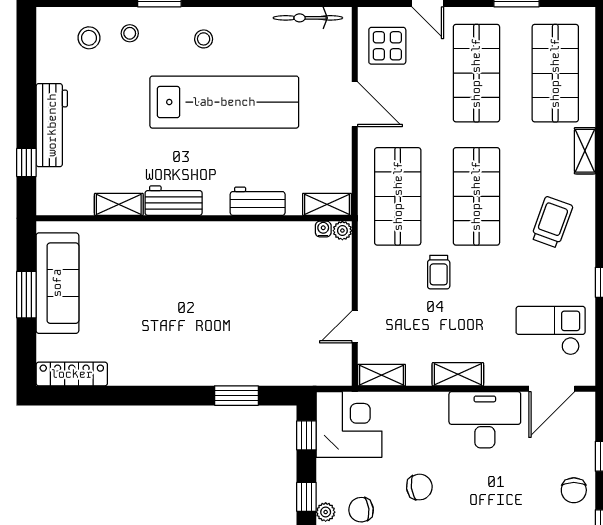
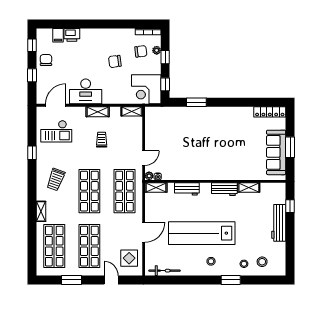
door: (355, 104) -> (144, 232), swing flipped
trolley: (439, 272) -> (102, 140), moved
door: (355, 327) -> (144, 158), moved

